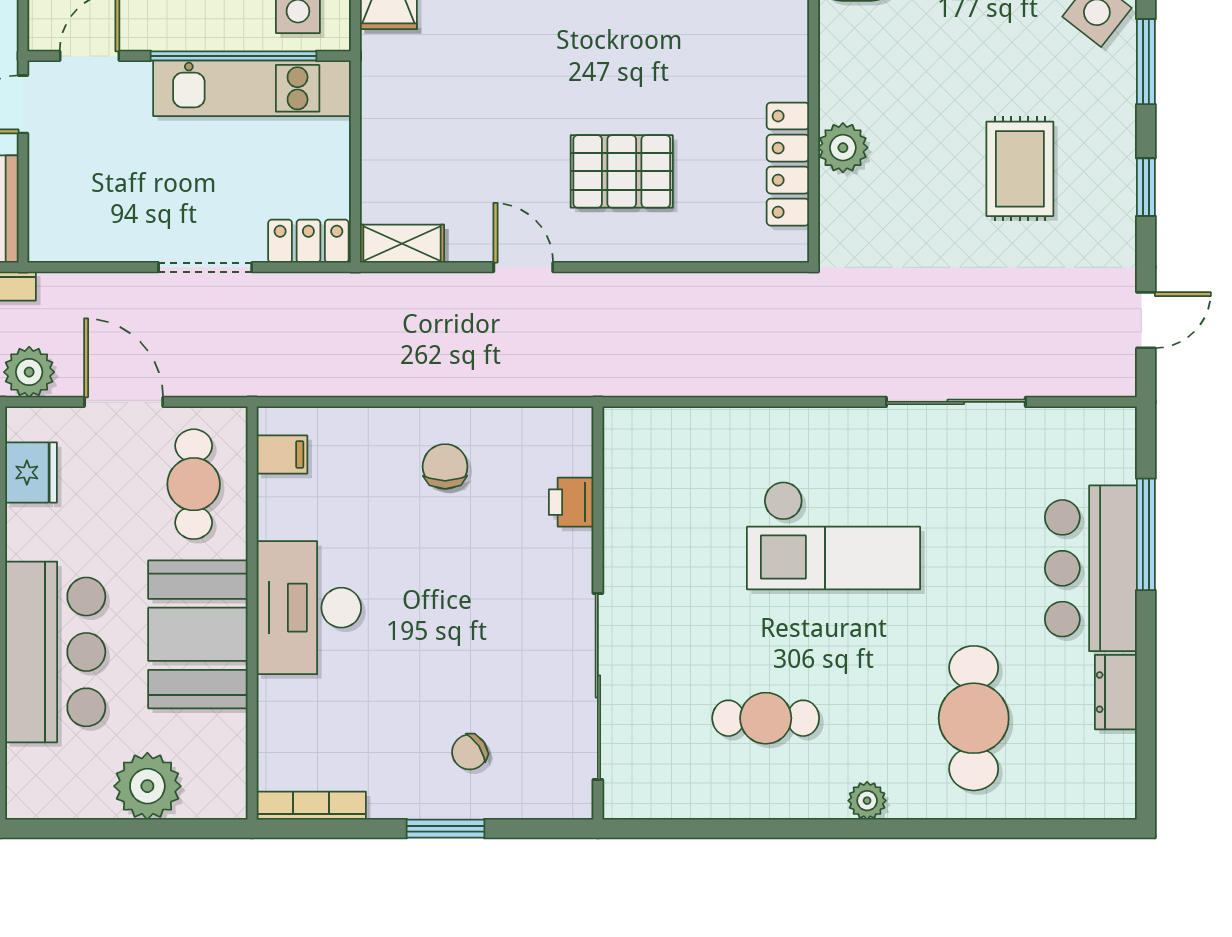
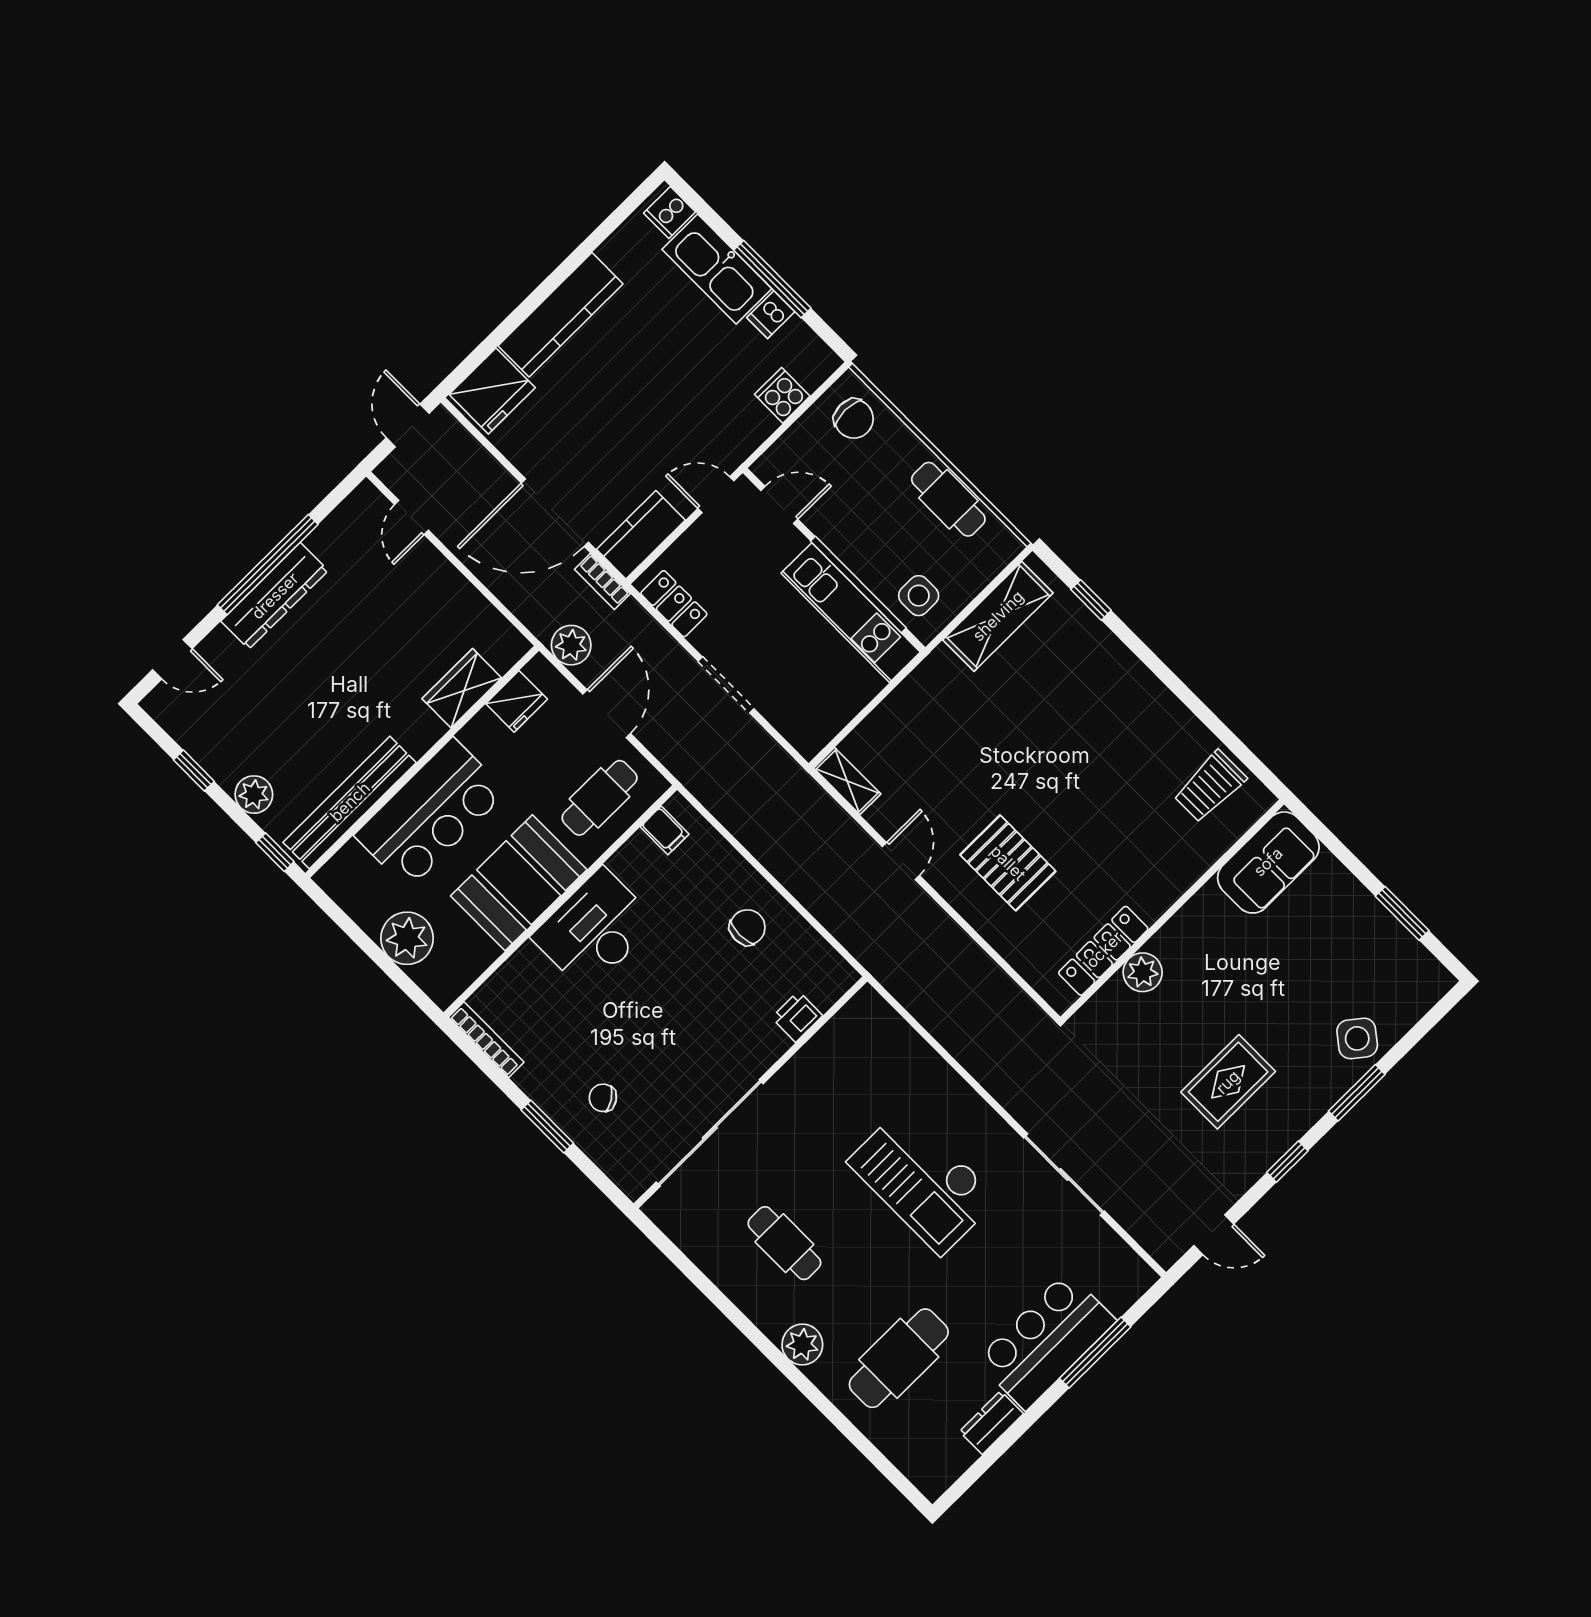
locker: (308, 241) -> (674, 604), moved
plant: (867, 801) -> (802, 1345), width x1.38, depth x1.38

